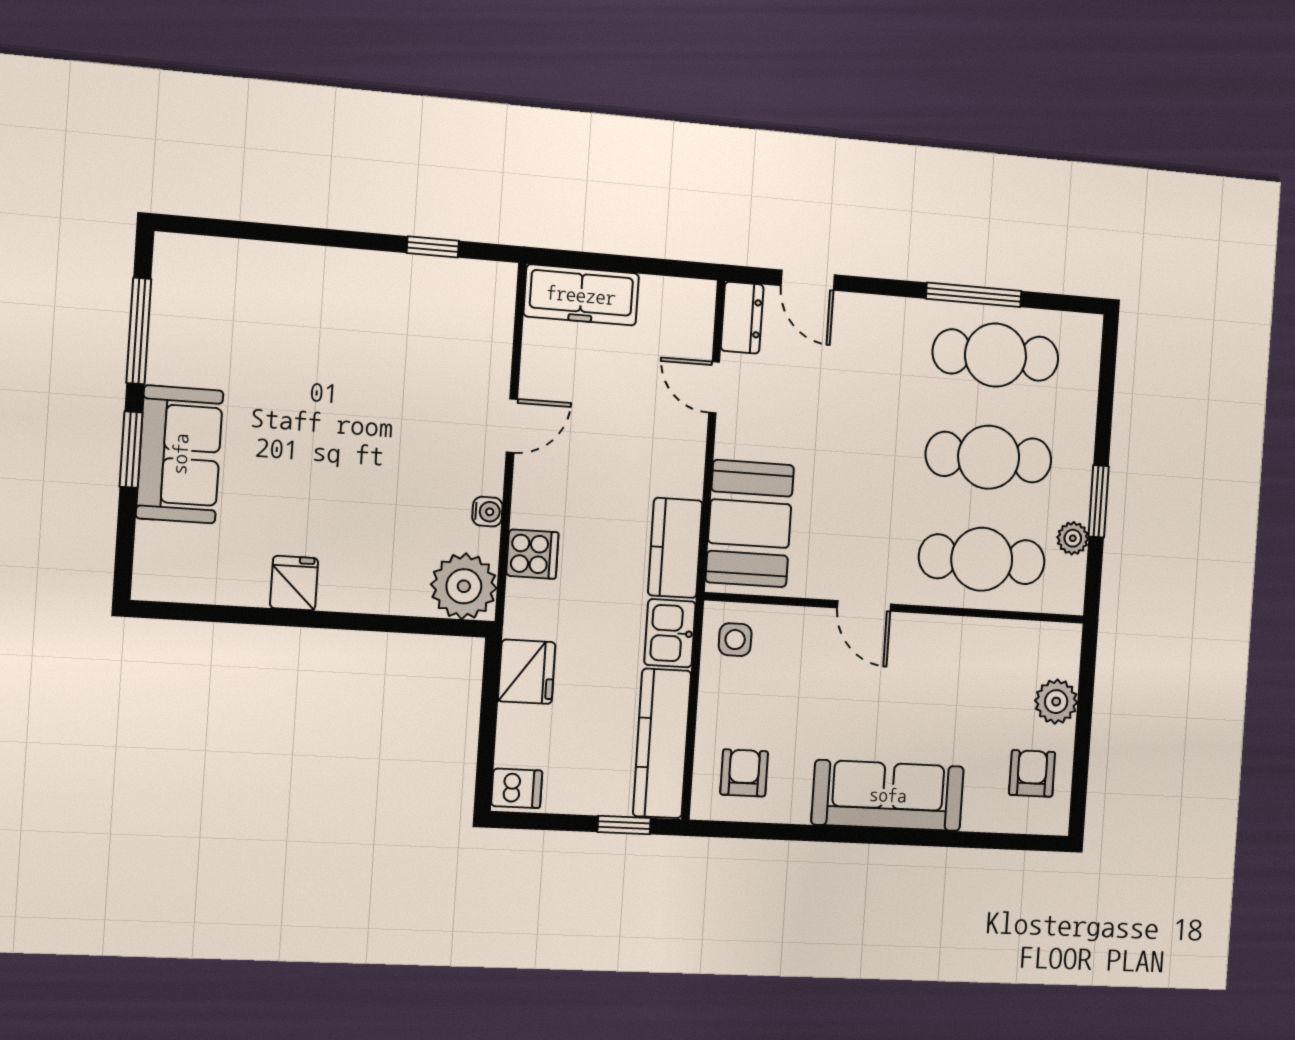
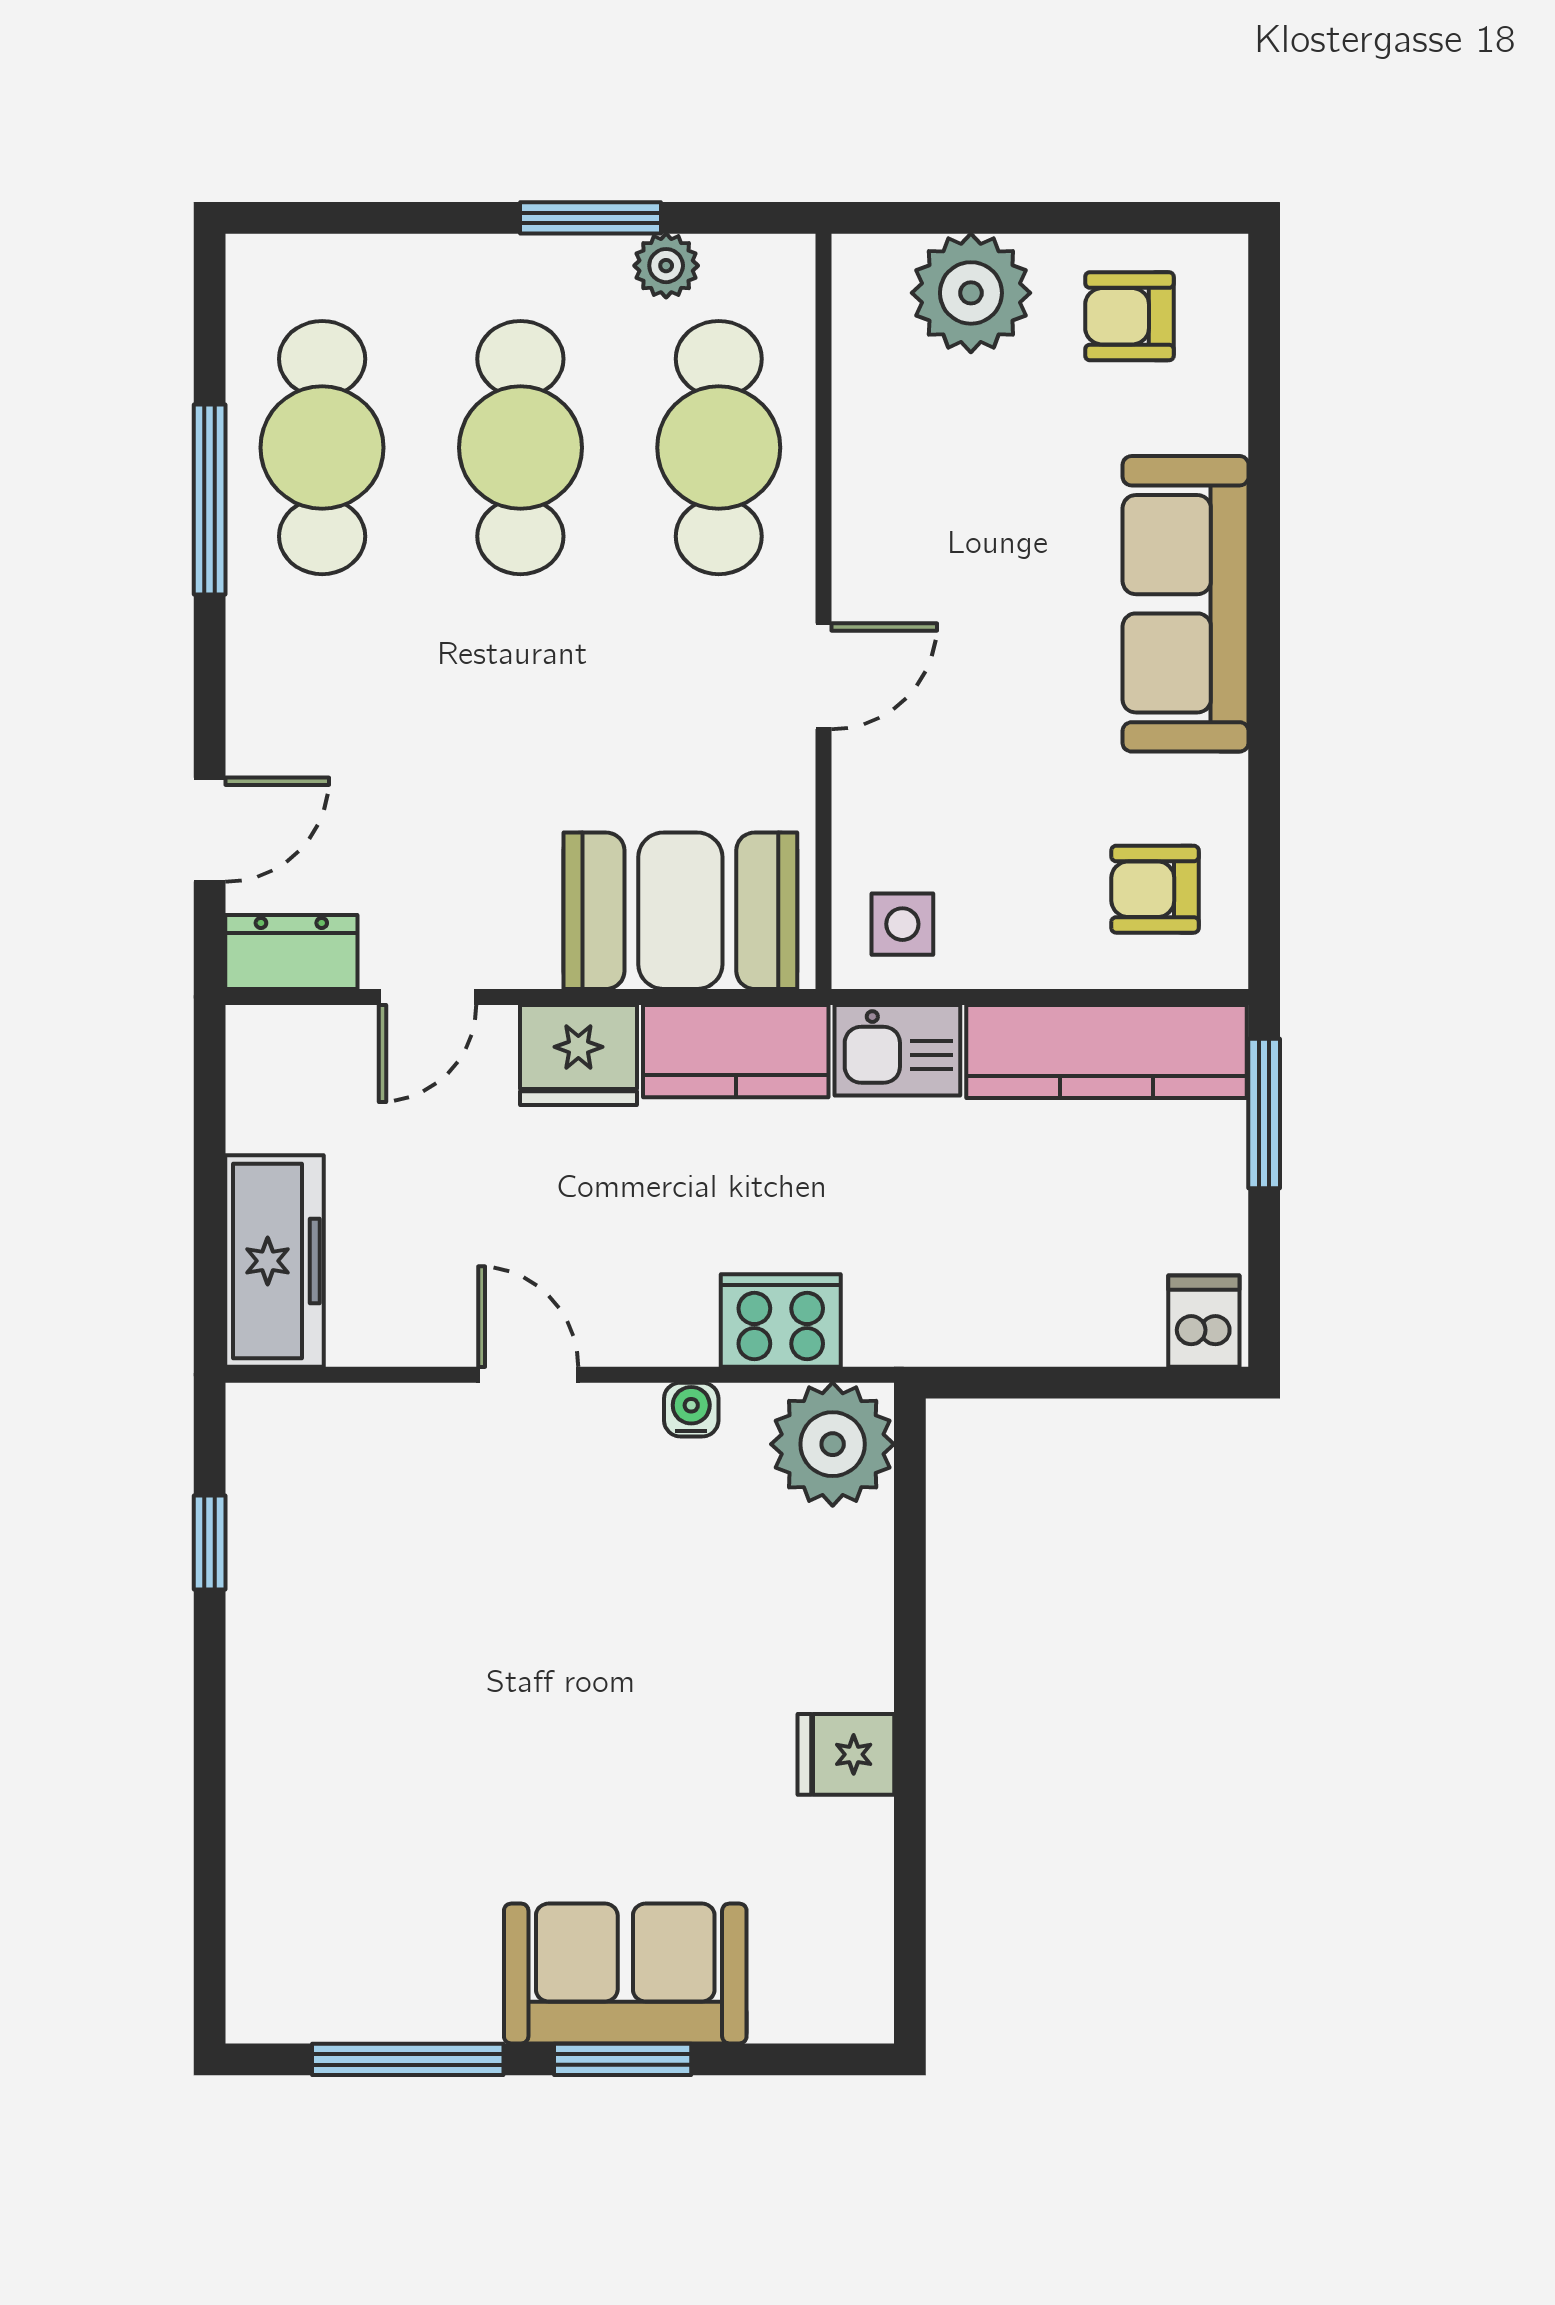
cooker: (532, 554) -> (781, 1320), width x1.36
fridge: (527, 672) -> (578, 1055), moved, turned 180
plant: (1056, 702) -> (971, 293), width x1.36, depth x1.36
window: (624, 825) -> (1264, 1114), width x1.50

